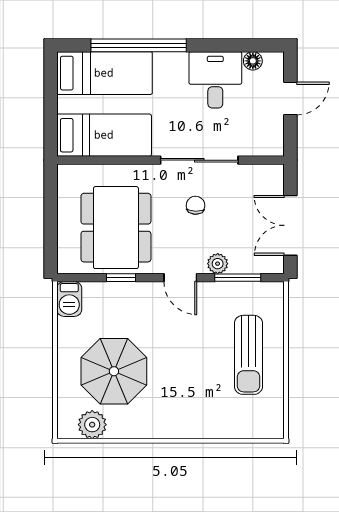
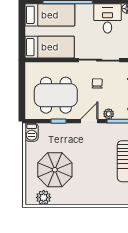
dining table: (116, 228) -> (56, 95), turned 90
door: (180, 278) -> (89, 121), swing flipped

